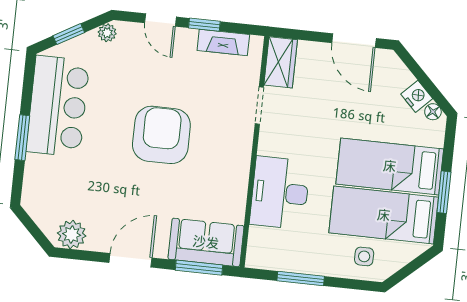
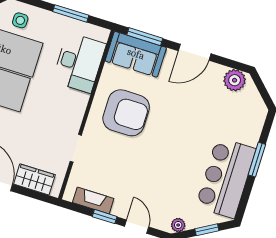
wardrobe: (281, 62) -> (34, 179), moved, turned 90
armchair: (161, 135) -> (126, 113), moved, turned -90
desk: (280, 193) -> (79, 63), moved

